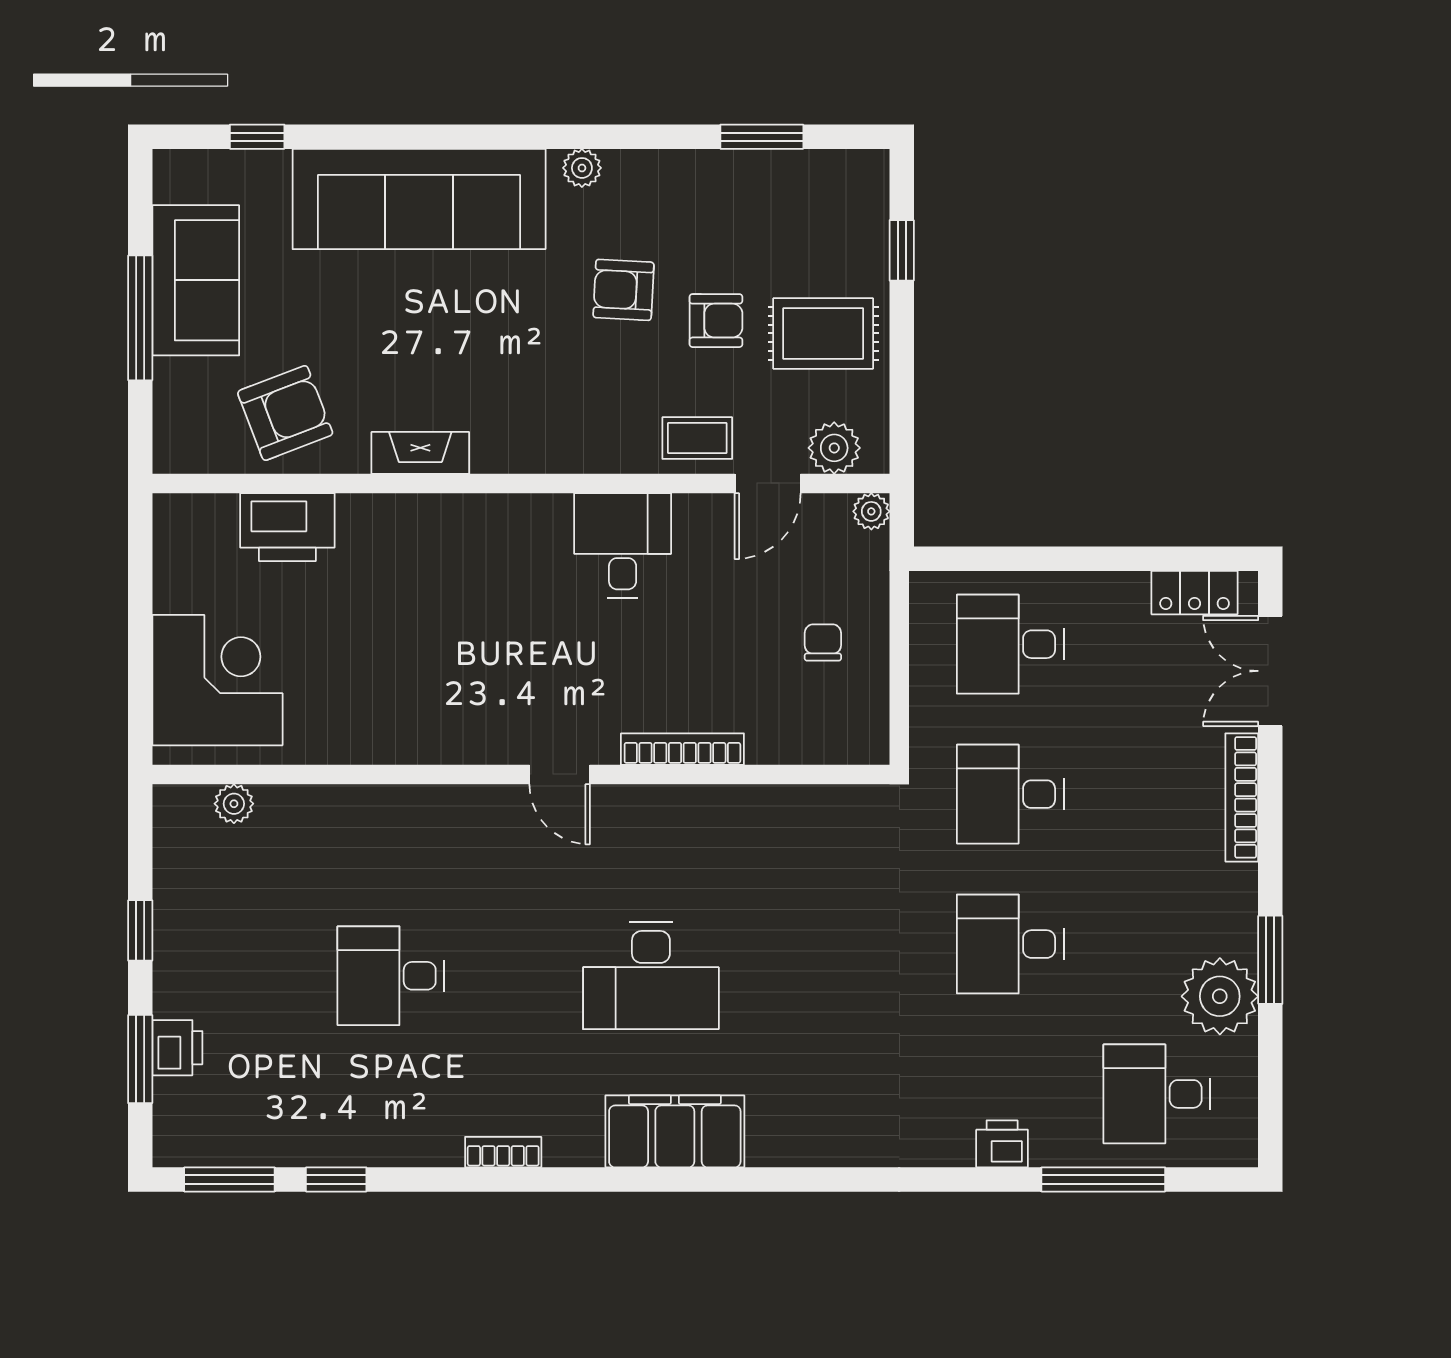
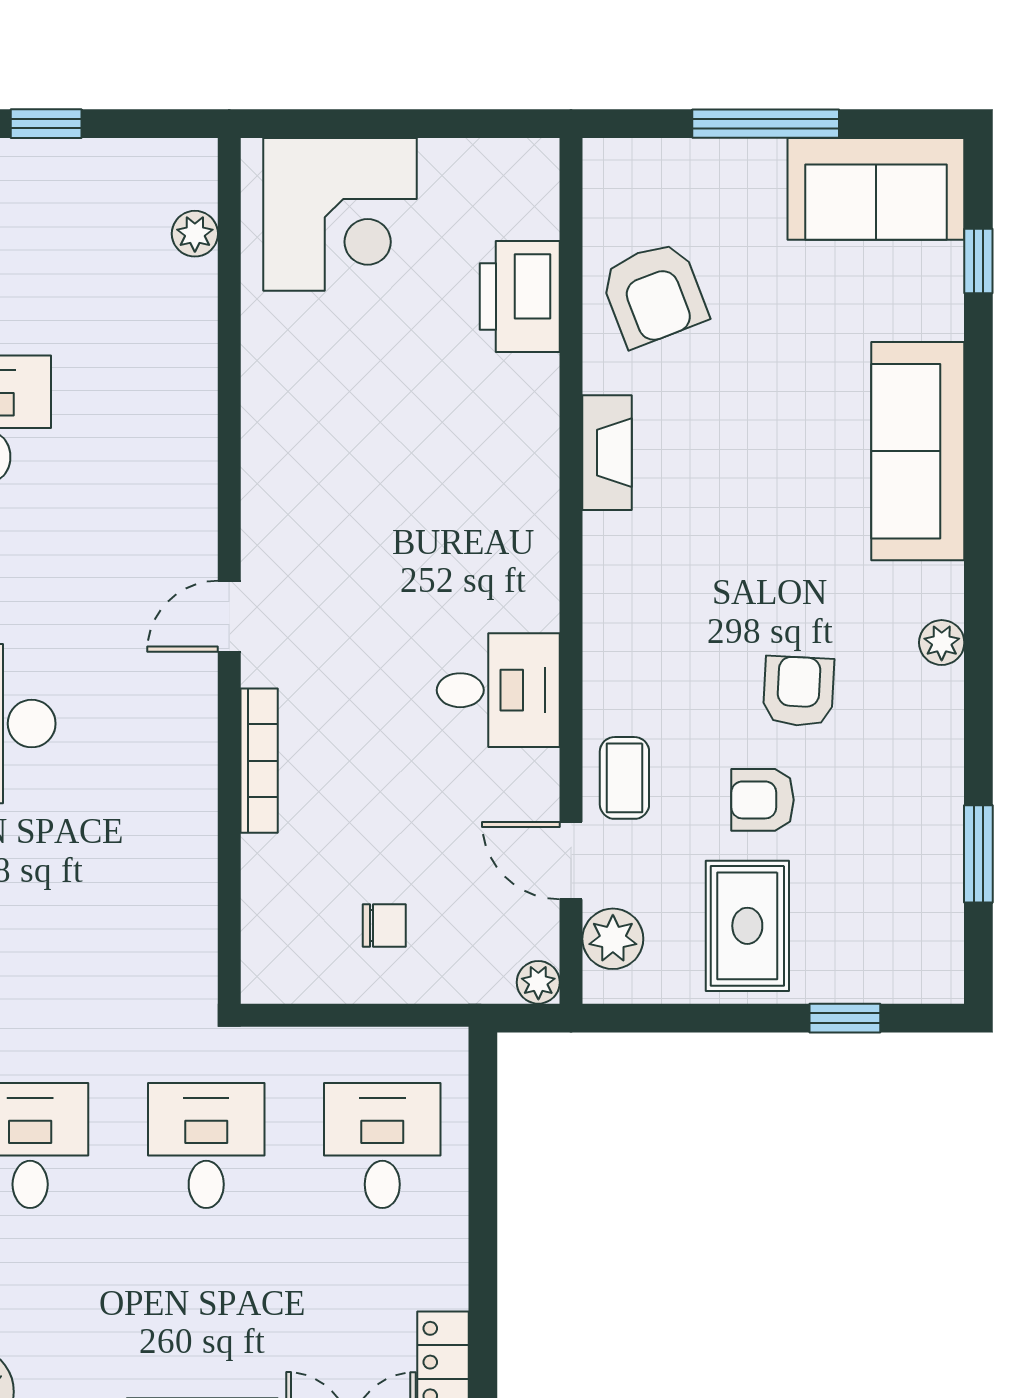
sofa: (419, 199) -> (918, 451), width x0.74, depth x0.79
sofa: (196, 280) -> (876, 189), moved
armchair: (716, 321) -> (762, 800), turned 90

